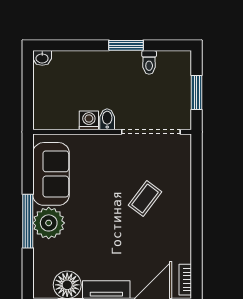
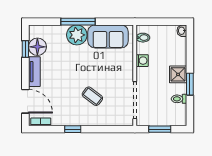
shower: (111, 64) -> (178, 74), added
bidet: (107, 119) -> (143, 38), moved
window: (197, 229) -> (73, 129), added

